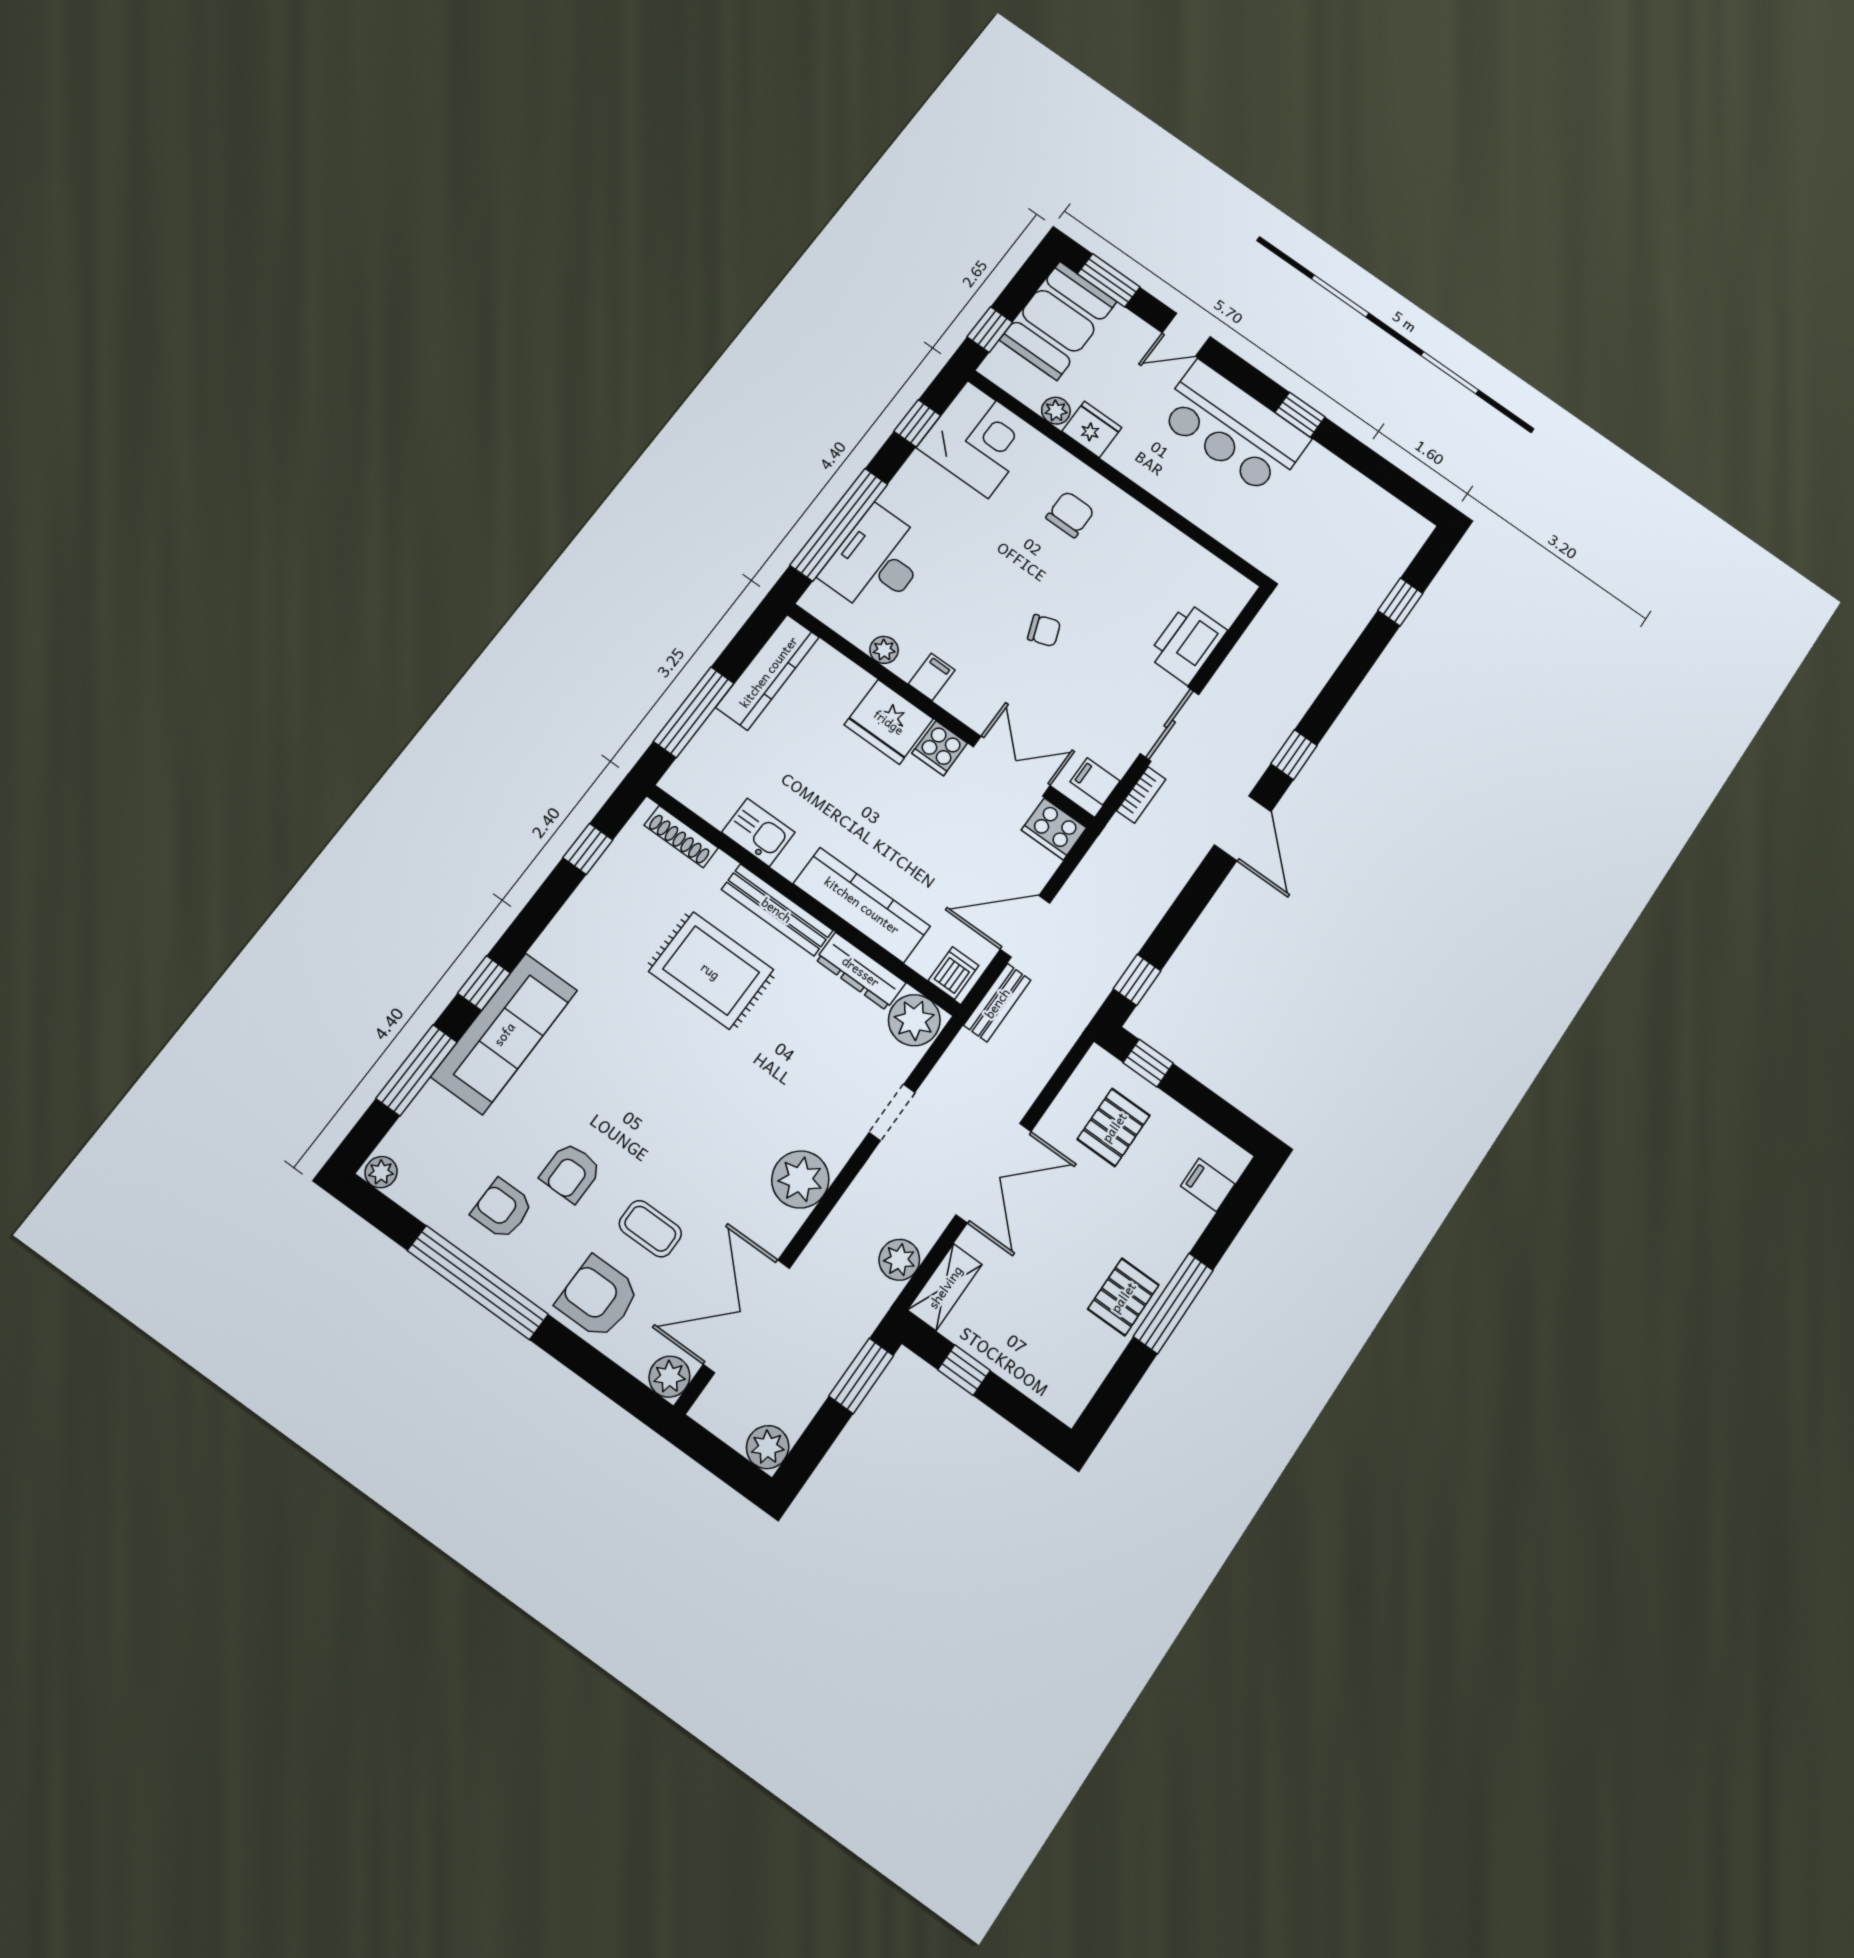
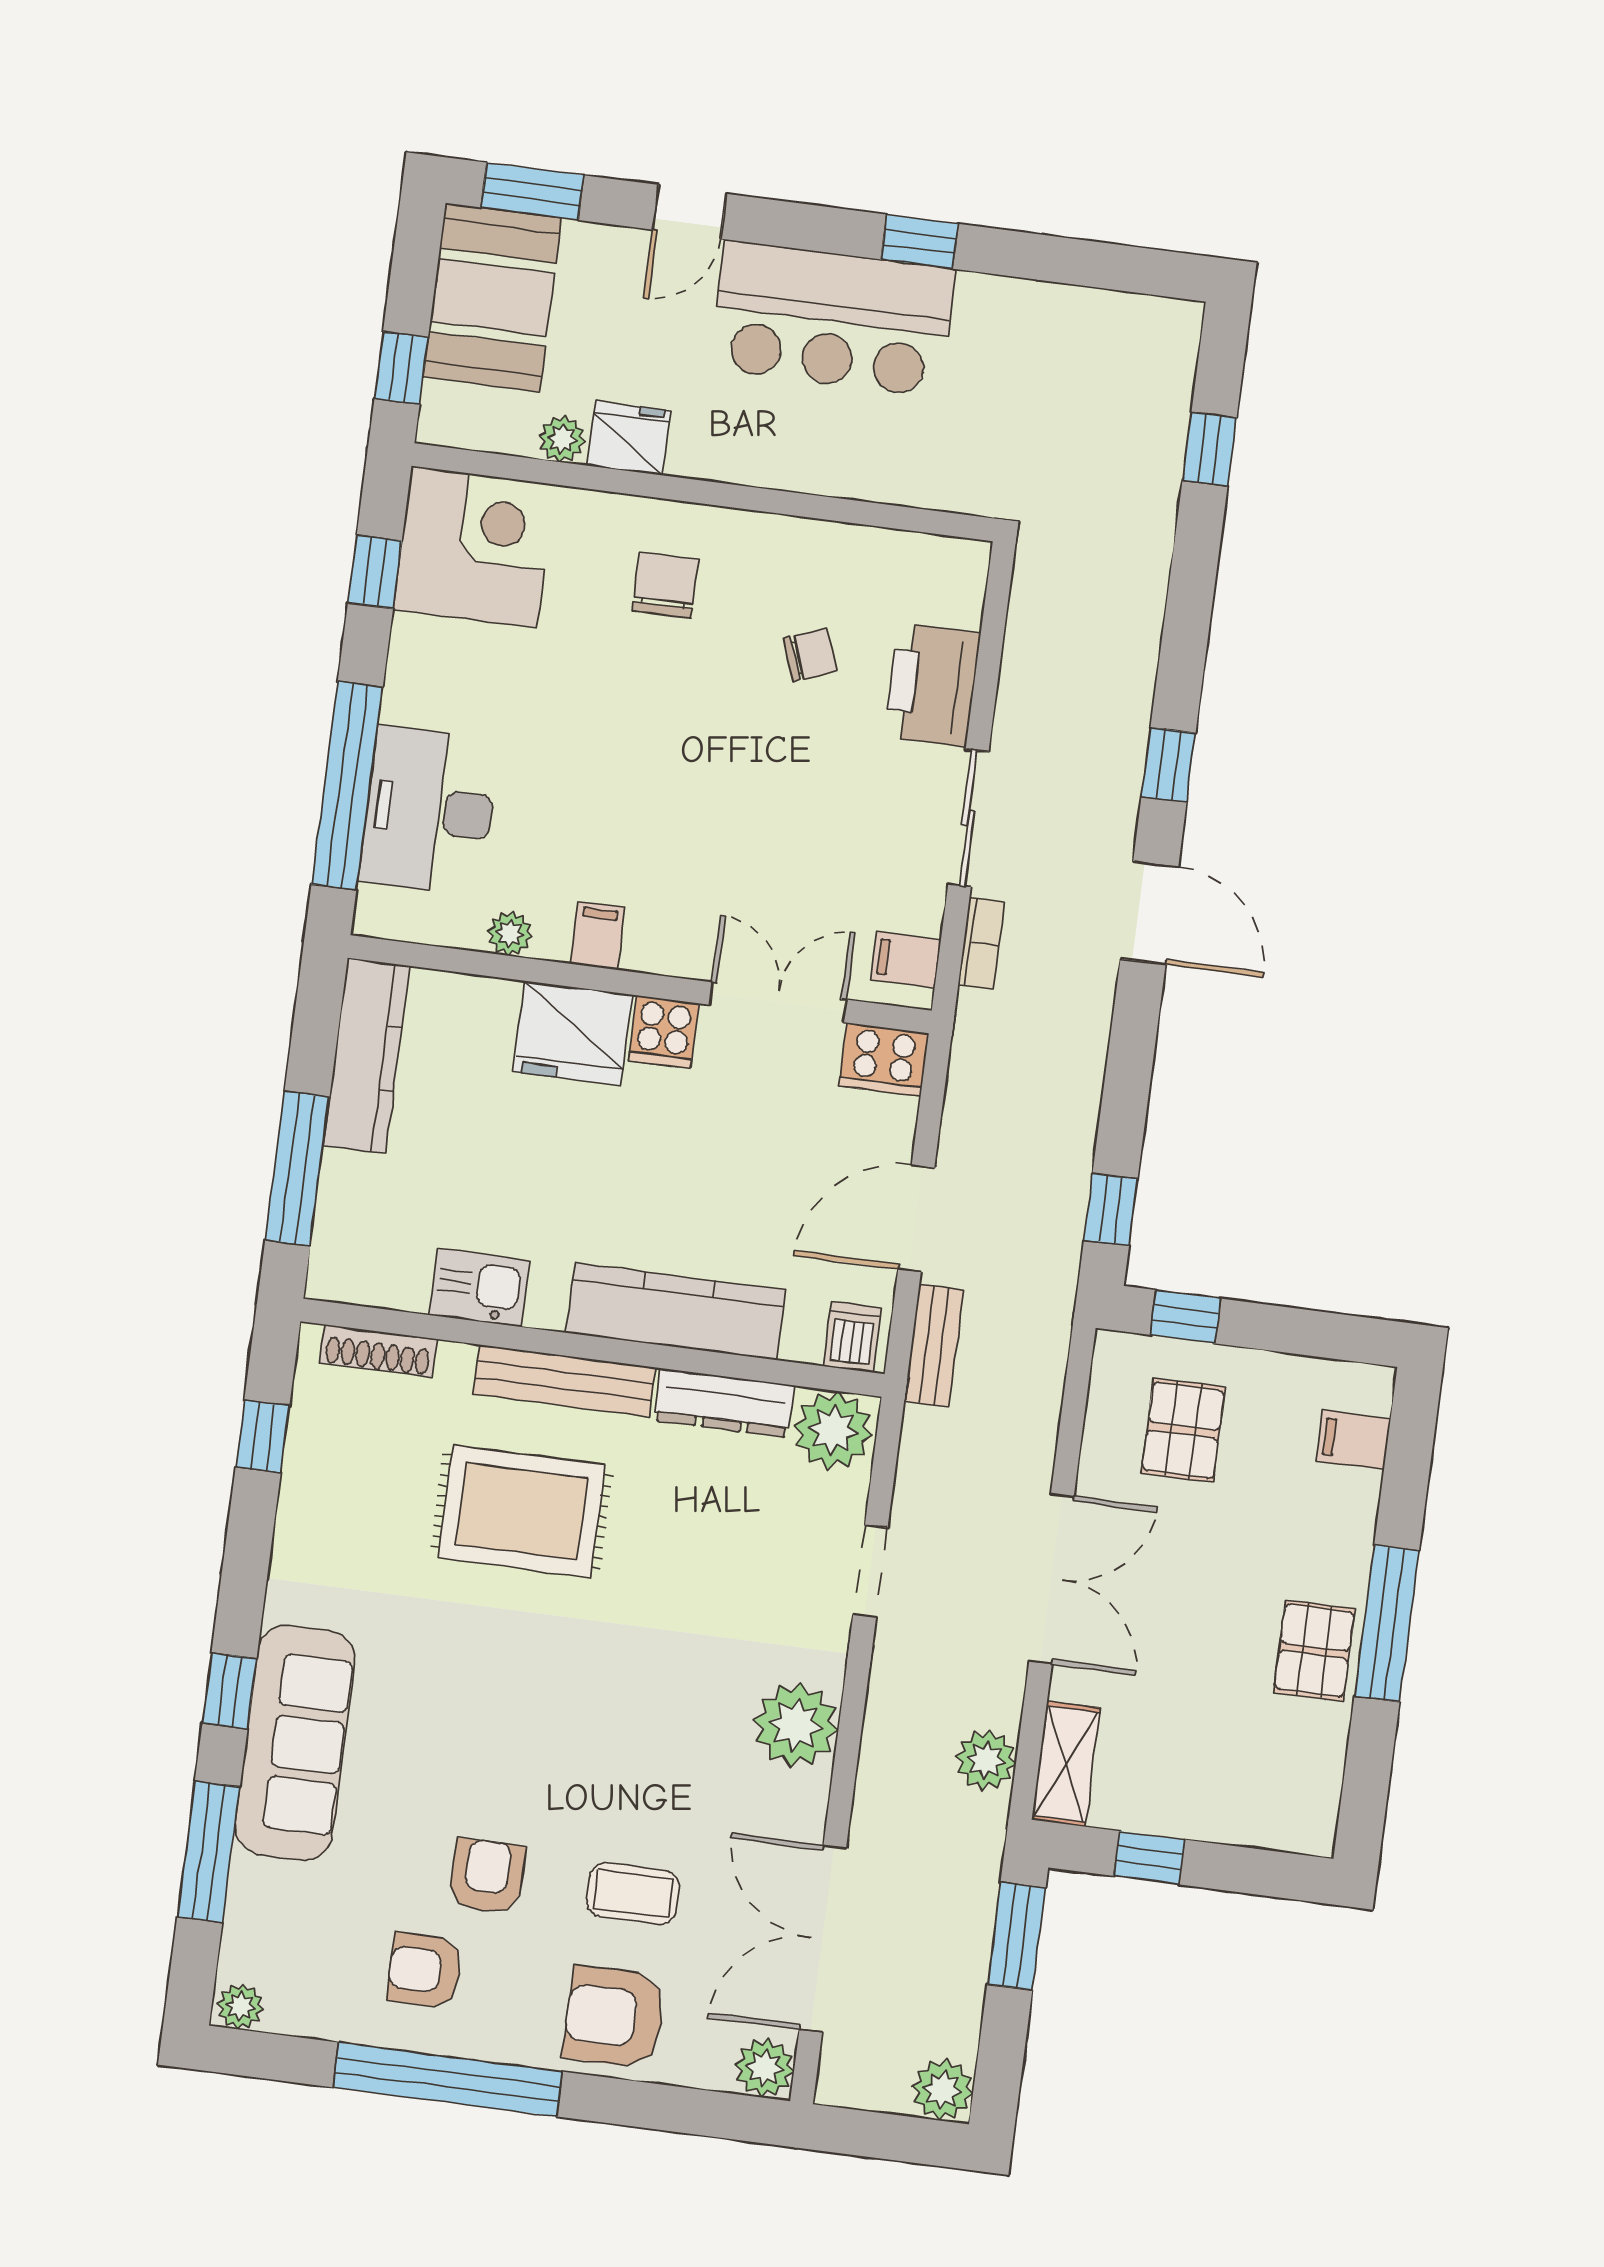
chair: (1044, 631) -> (810, 655), moved
armchair: (571, 1172) -> (487, 1876), turned 180

